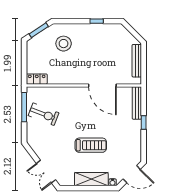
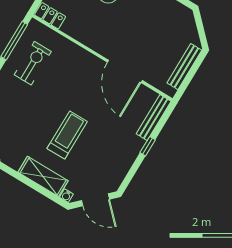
exercise bike: (44, 114) -> (33, 63), turned -111
treadmill: (91, 145) -> (67, 135), turned -90

